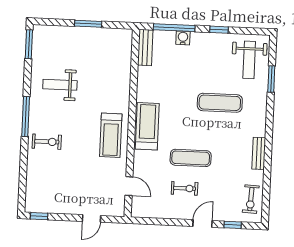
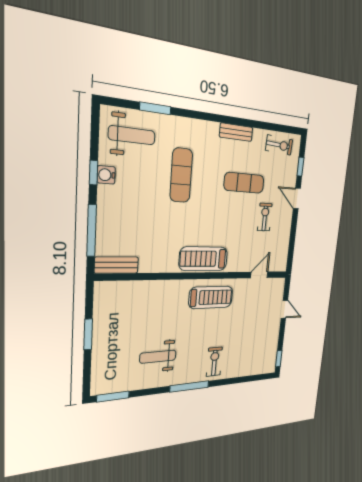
water cooler: (183, 38) -> (106, 175), moved
weight bench: (60, 85) -> (158, 357), turned 90
exercise mat: (191, 158) -> (244, 183), moved, turned 90

